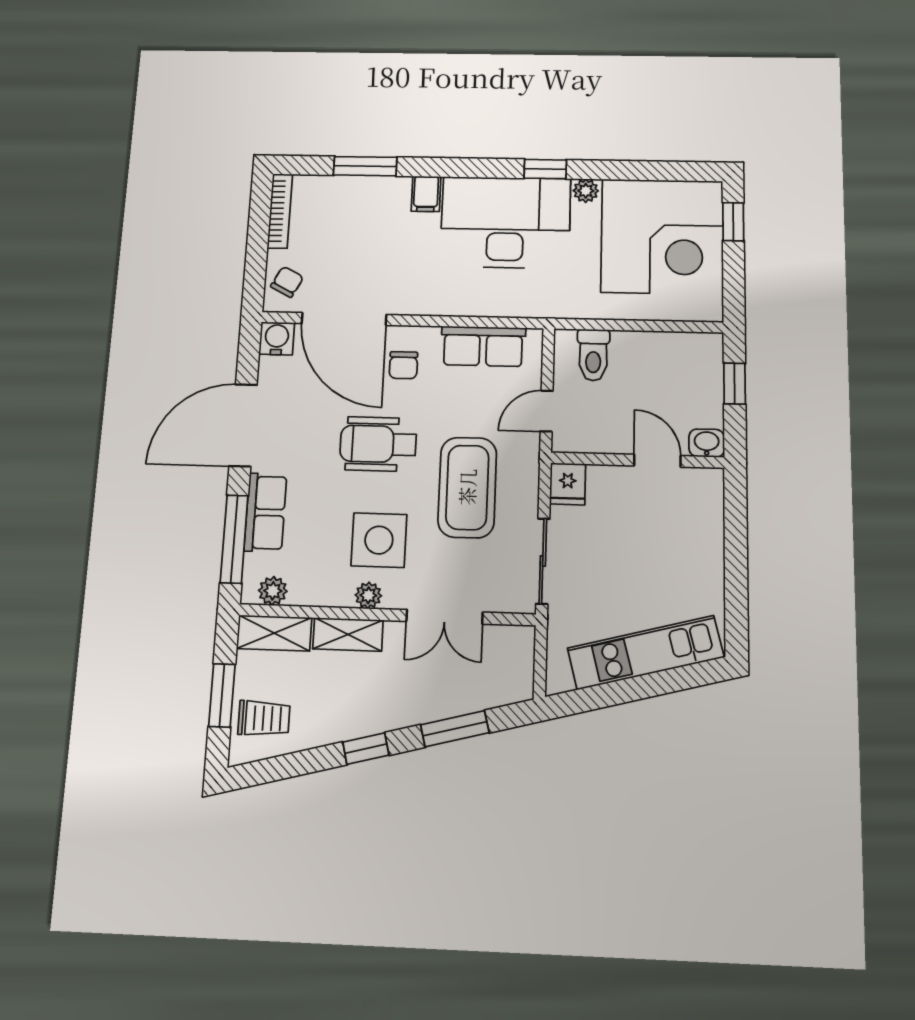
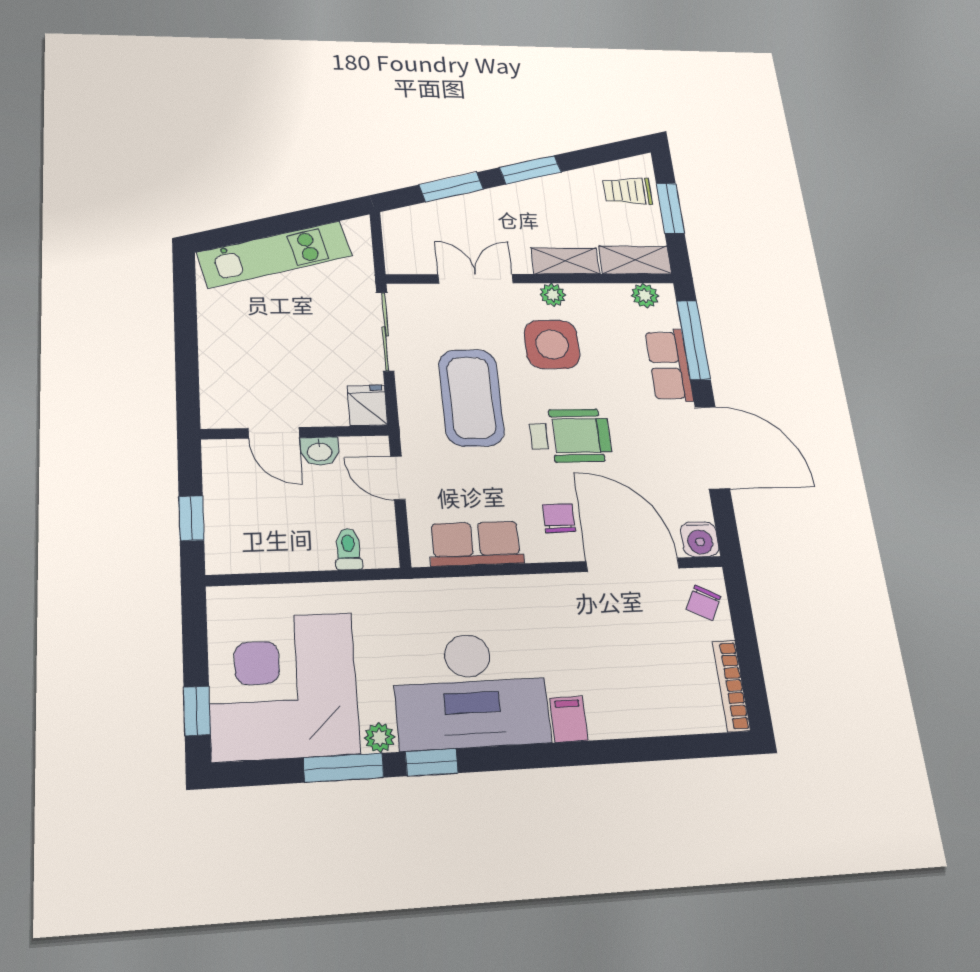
window: (365, 166) -> (344, 768), moved
toilet: (593, 355) -> (348, 549), width x0.73, depth x0.72
door: (547, 411) -> (398, 478), swing flipped
door: (243, 425) -> (712, 448), hinge flipped
washbasin: (707, 443) -> (319, 451), moved
window: (366, 749) -> (530, 170), width x1.50

